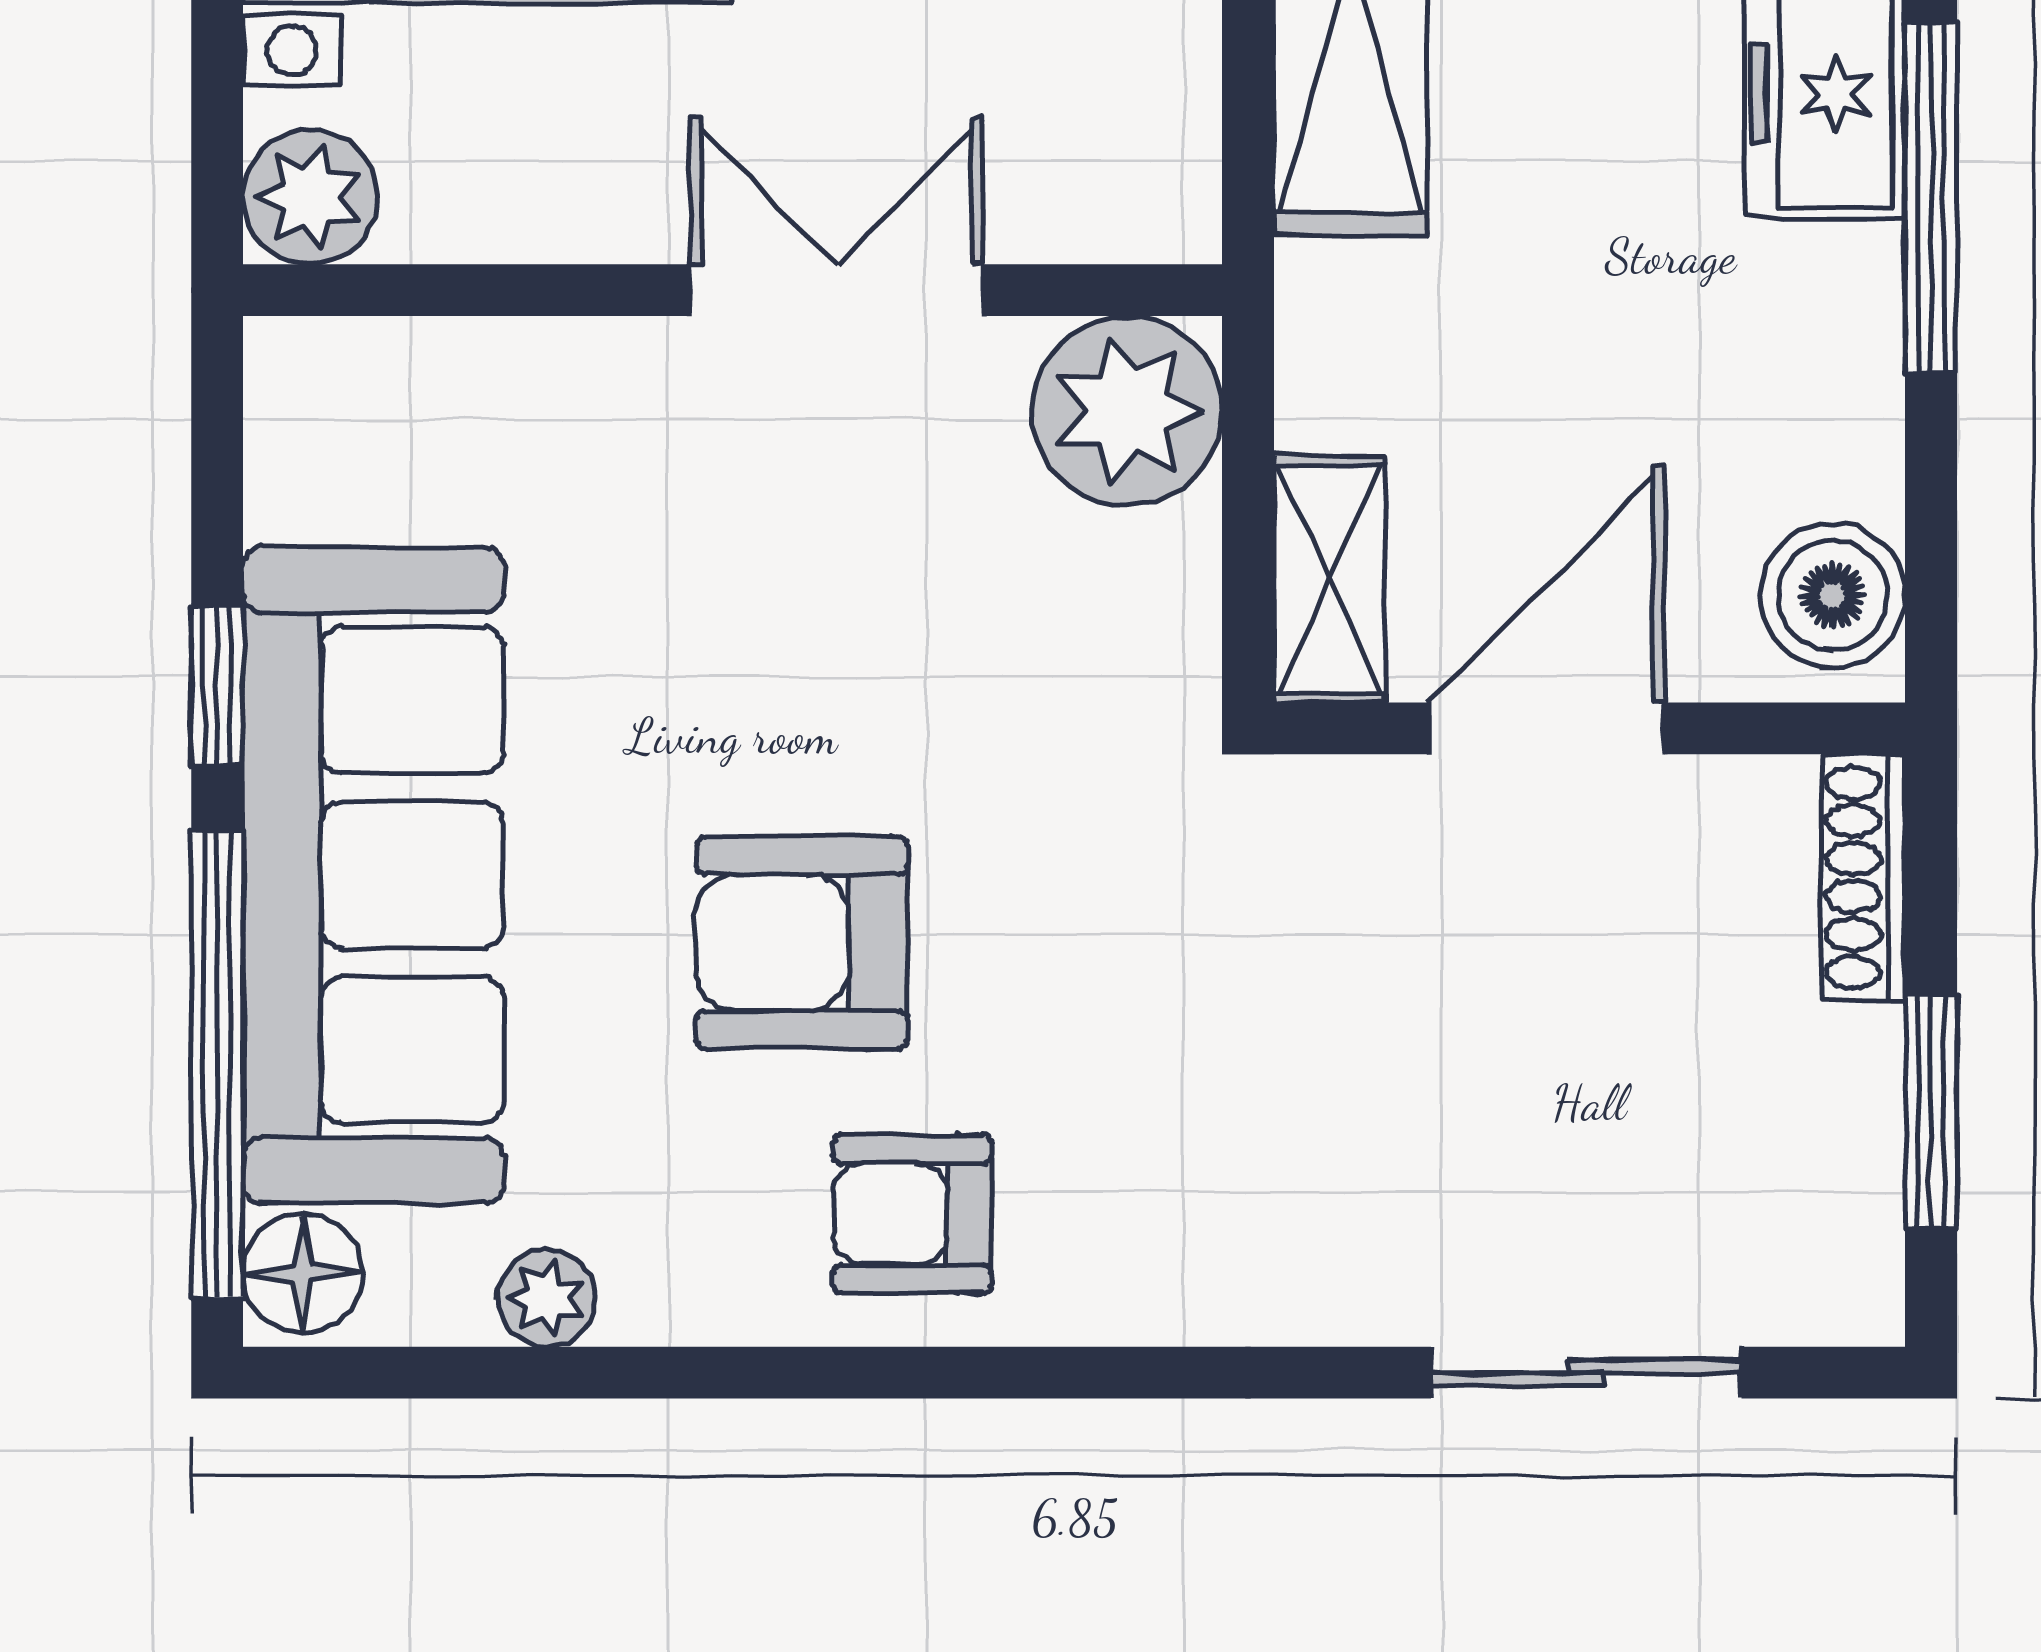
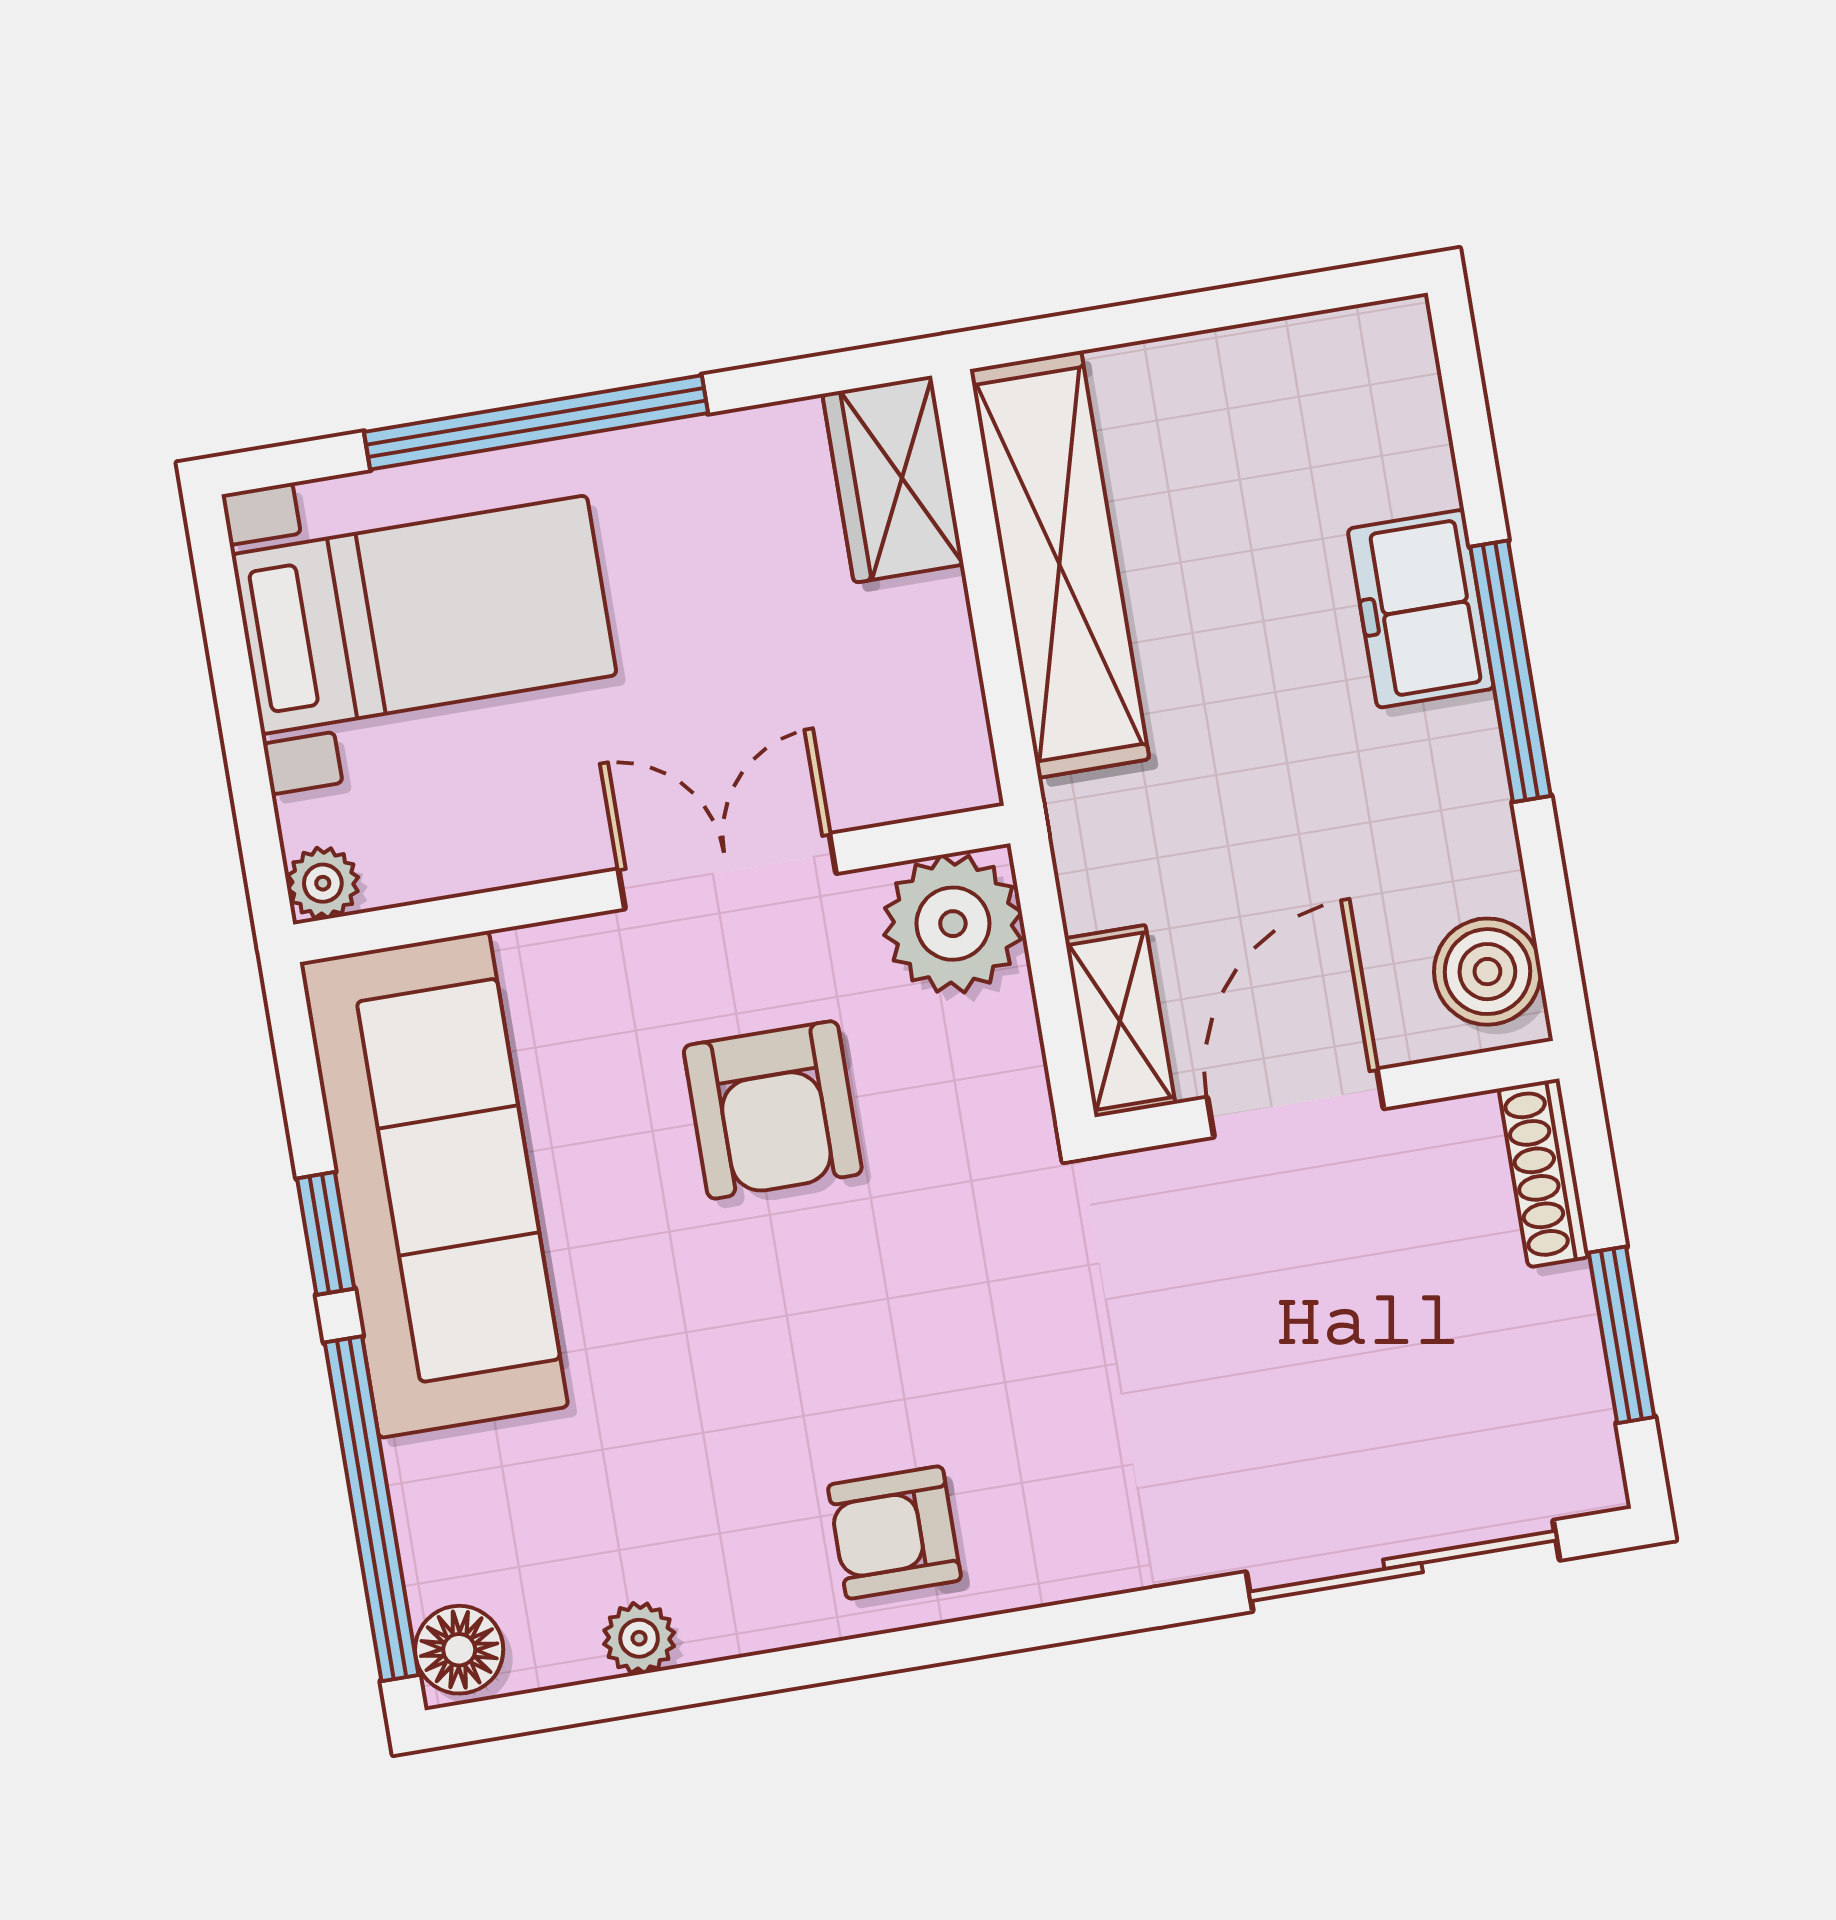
plant: (310, 197) -> (323, 883), width x0.73, depth x0.73
sofa: (373, 875) -> (434, 1184), moved
armchair: (802, 943) -> (773, 1110), moved, turned -90
sliding door: (1586, 1373) -> (1403, 1566), width x1.37

